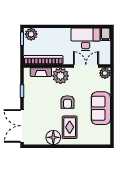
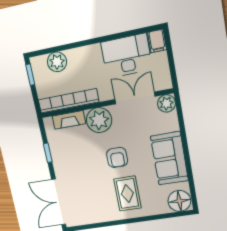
plant: (31, 34) -> (57, 62), moved
floor lamp: (53, 137) -> (179, 201), moved

